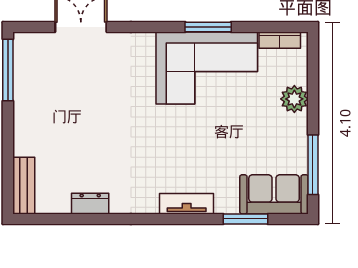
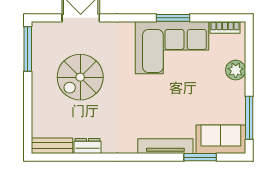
spiral stairs: (80, 109) -> (80, 77), added
bench: (24, 186) -> (52, 146), moved, turned 90
tv unit: (187, 204) -> (165, 146), width x1.41

